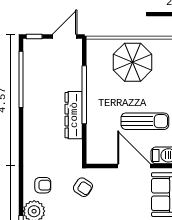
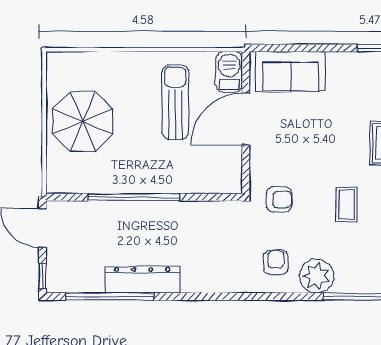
dresser: (74, 115) -> (142, 280), moved, turned 180
armchair: (83, 187) -> (279, 199), turned 57

